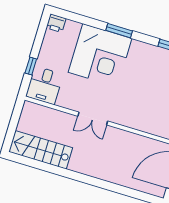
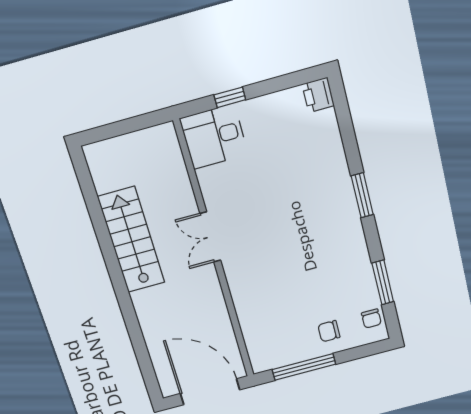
corner desk: (100, 55) -> (309, 190), removed
stairs: (41, 150) -> (131, 240), moved

